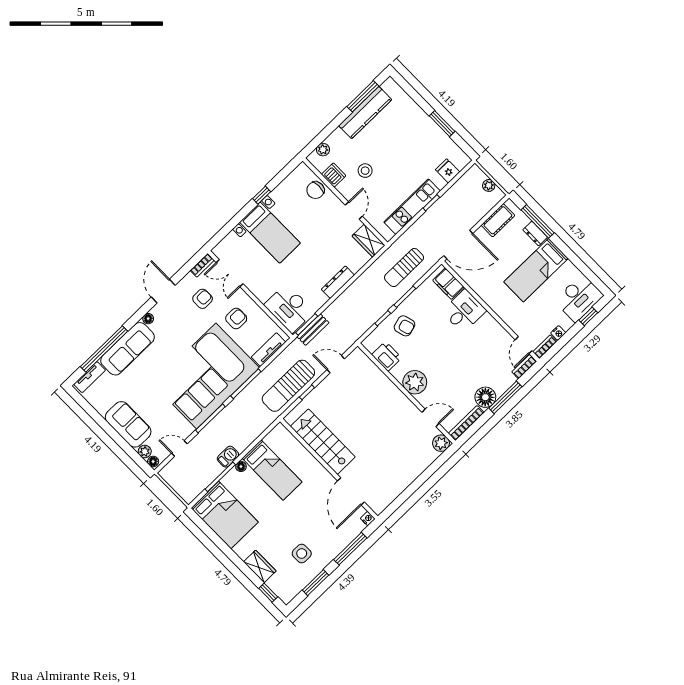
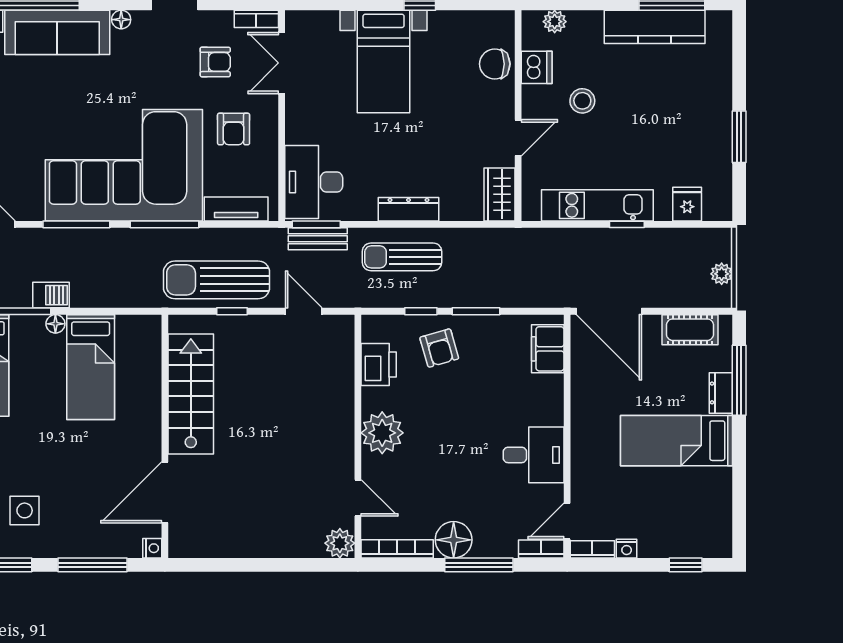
sun lounger: (404, 268) -> (402, 257), moved
desk: (579, 298) -> (696, 530), removed
desk: (464, 311) -> (534, 455), moved
armchair: (236, 319) -> (234, 129), turned 90

